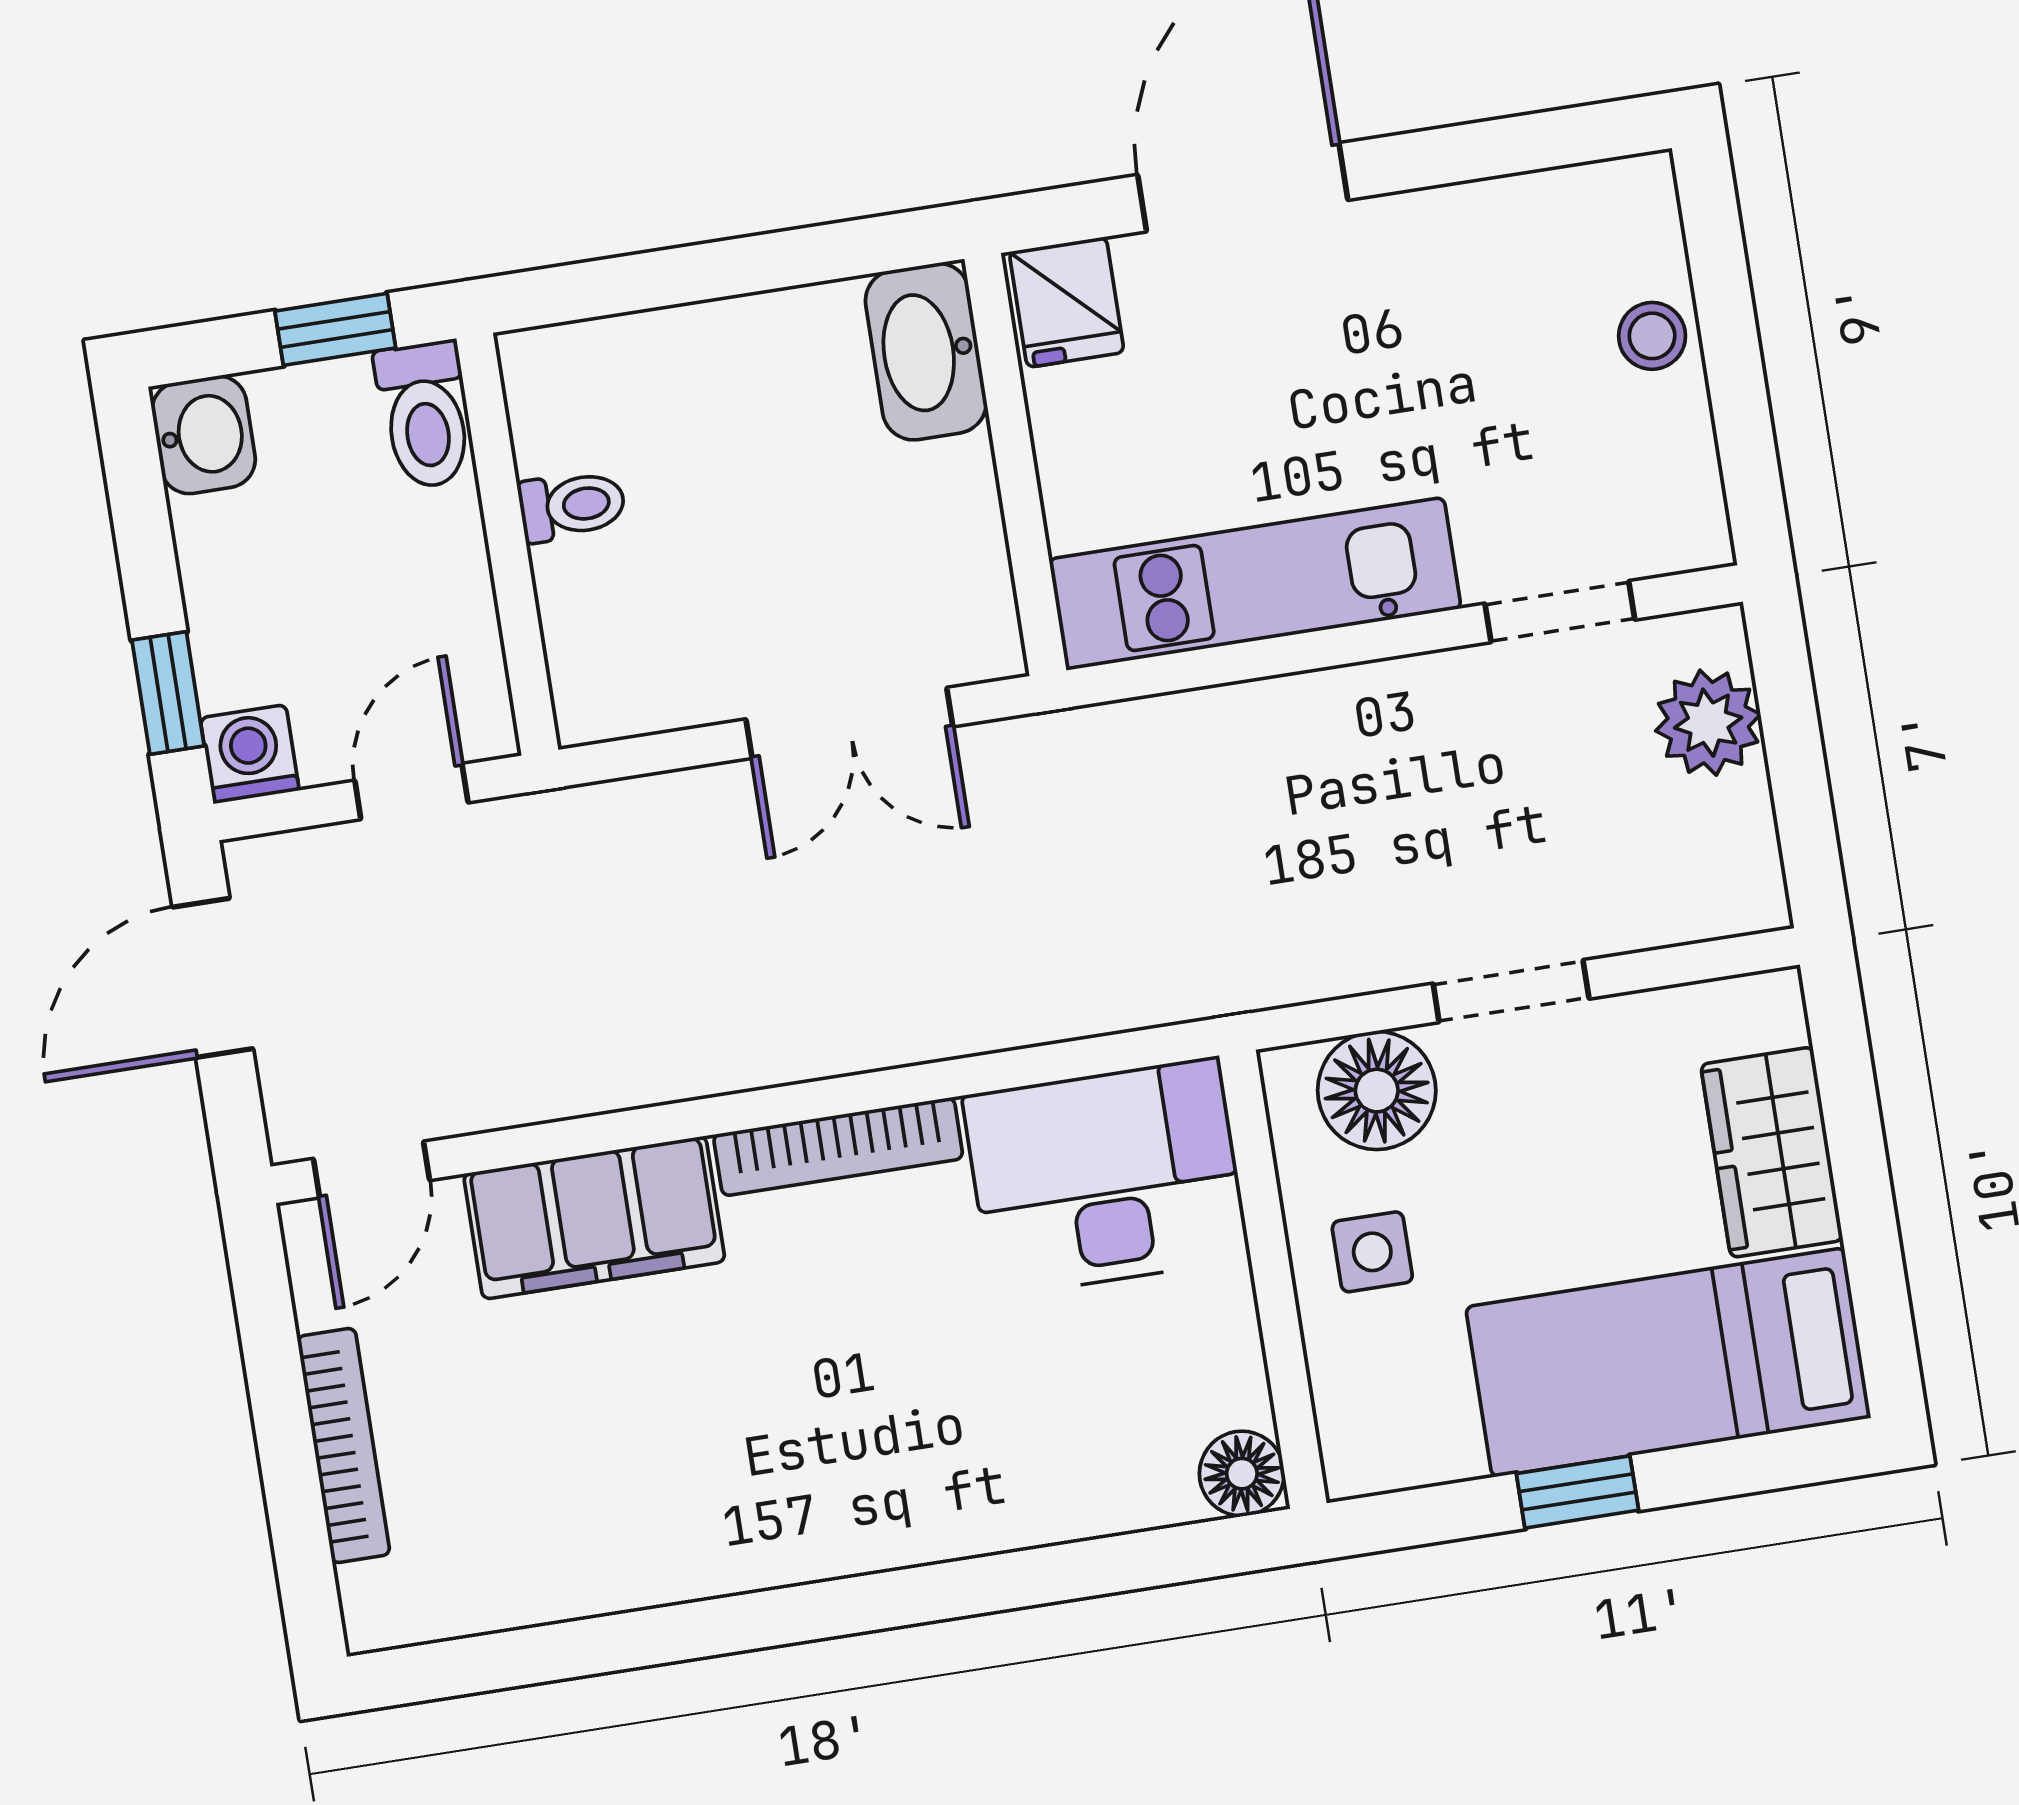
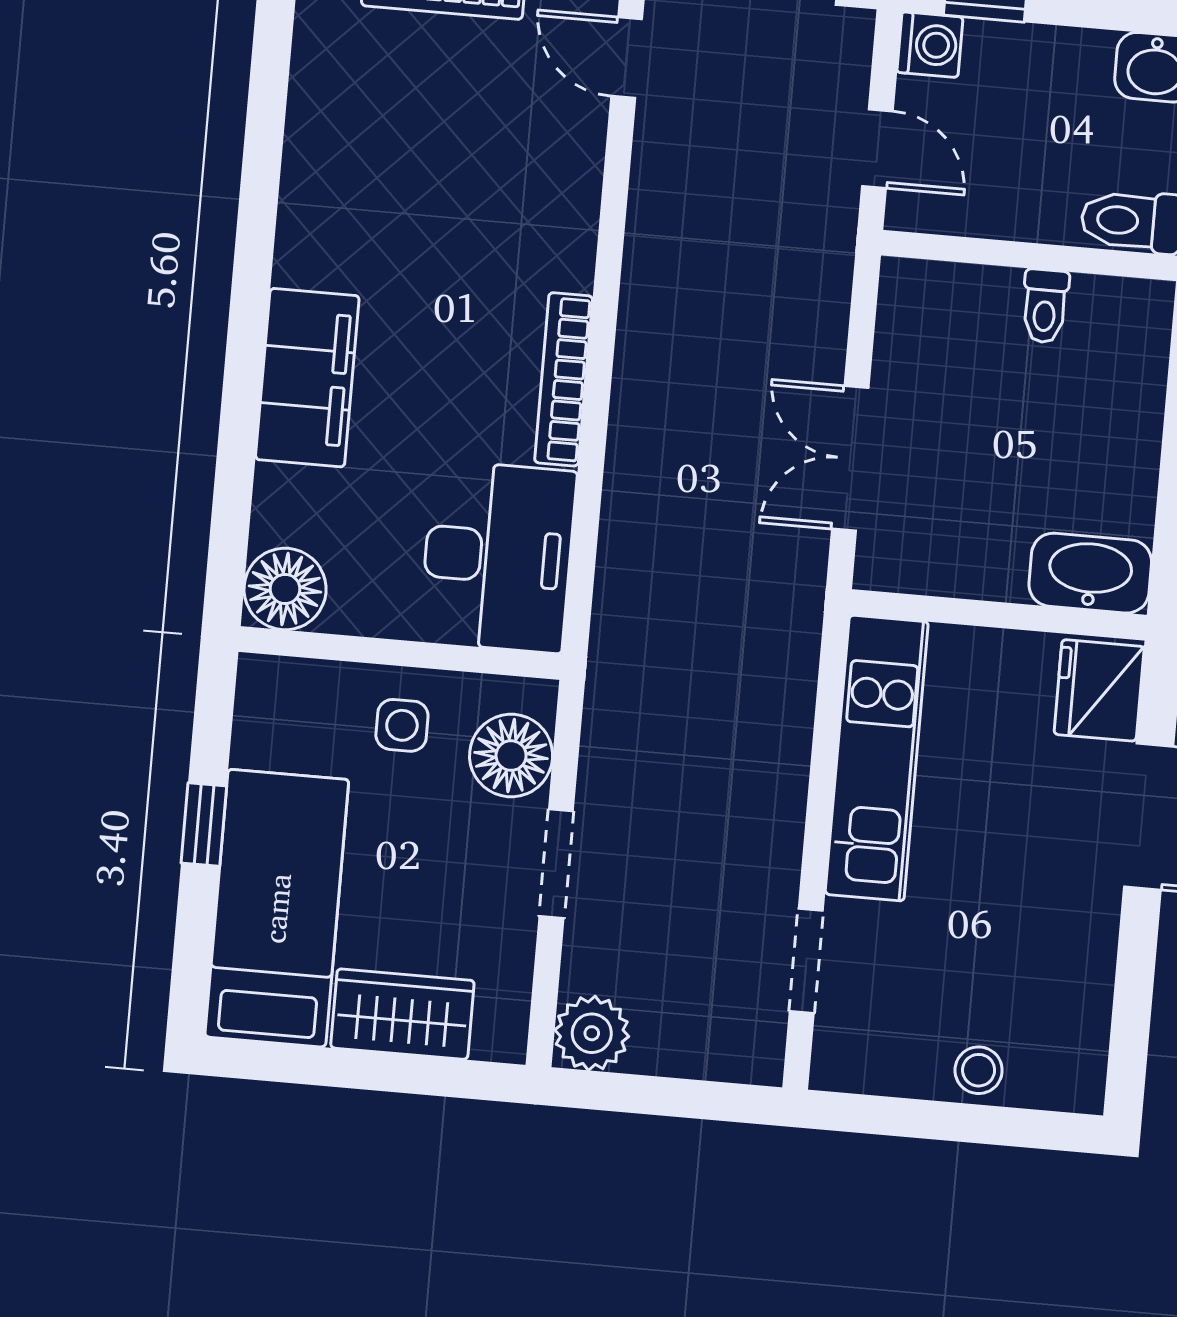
fridge: (1067, 302) -> (1099, 690), width x1.38
plant: (1708, 723) -> (592, 1033), moved
filing cabinet: (594, 1218) -> (307, 378), moved, turned 180
floor lamp: (1242, 1474) -> (285, 589), width x1.38, depth x1.38

